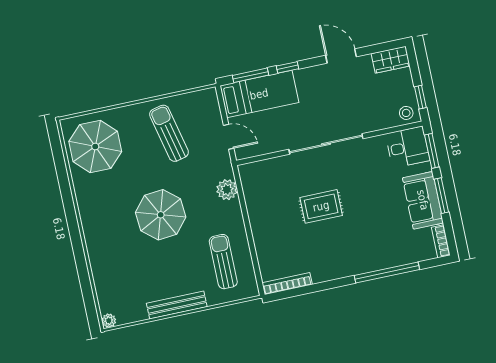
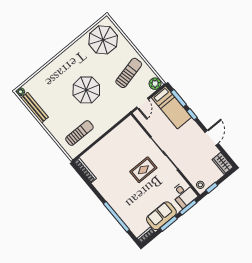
plant: (227, 190) -> (155, 84), moved
rug: (321, 206) -> (143, 170), moved, turned 90
bench: (177, 305) -> (35, 108), moved

